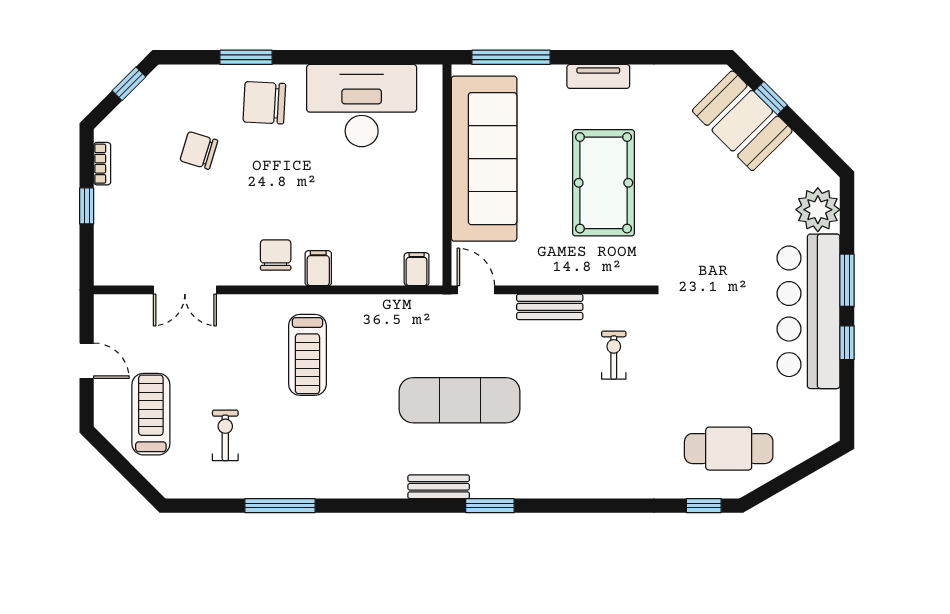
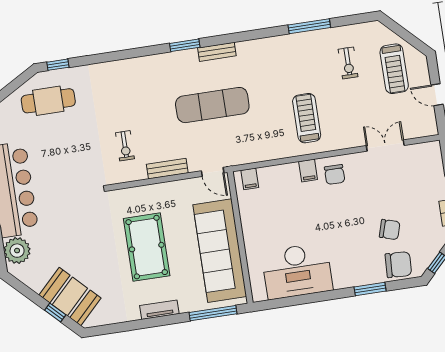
chair: (264, 103) -> (398, 265), moved

